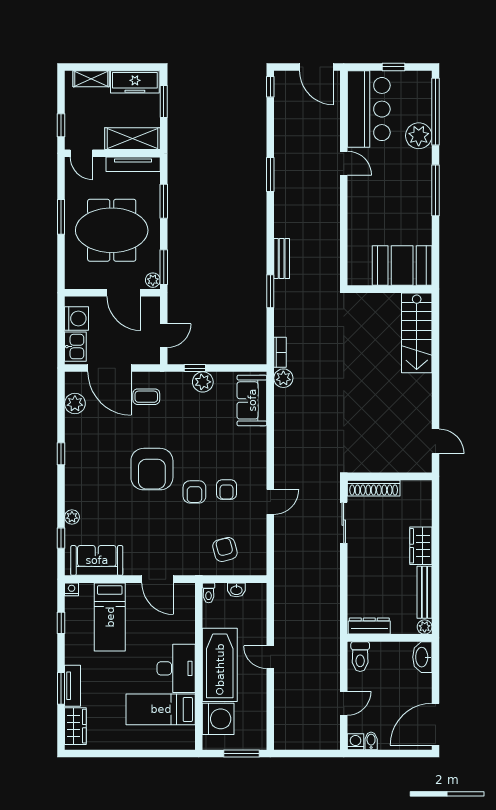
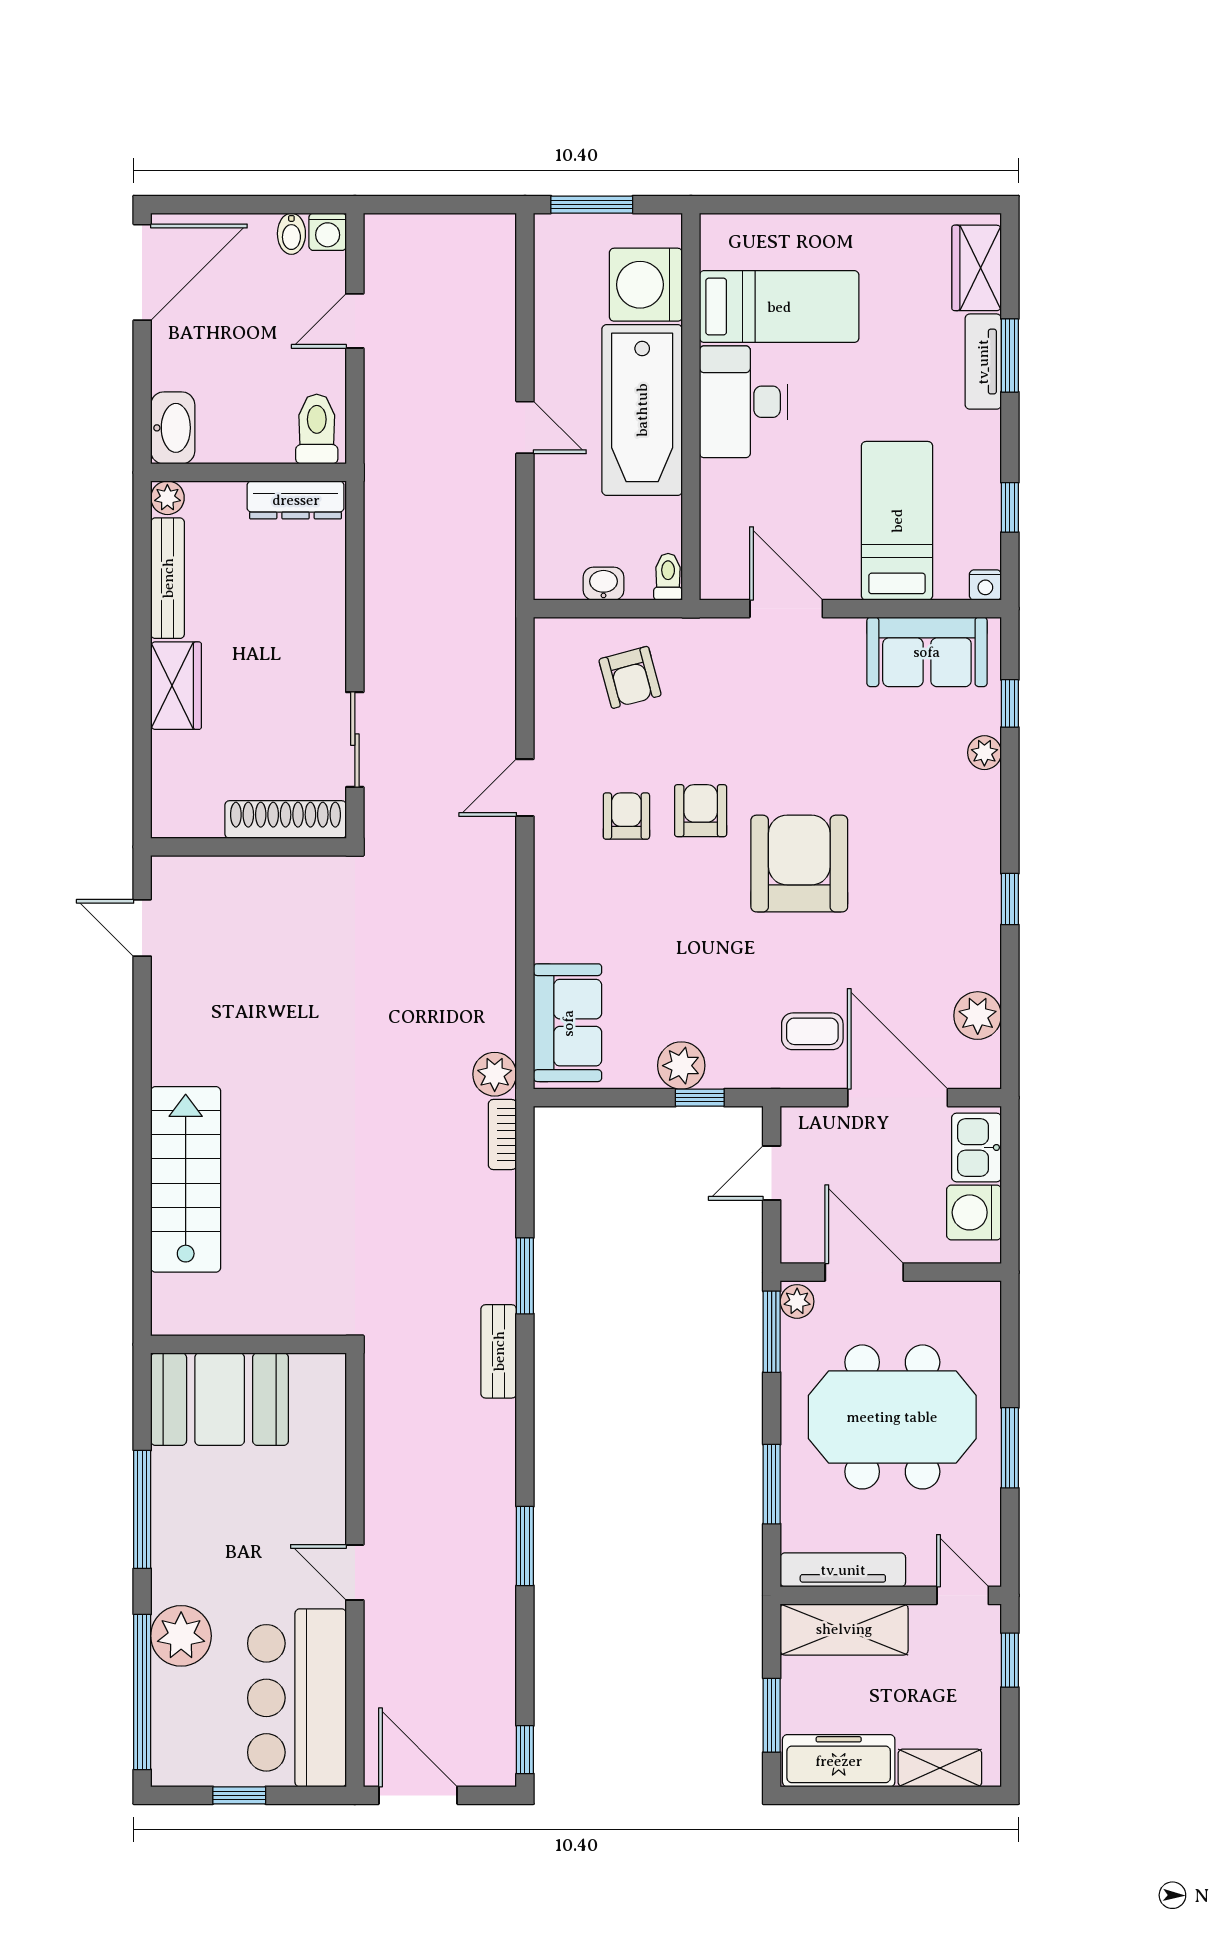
booth: (402, 265) -> (220, 1399), moved
wall: (390, 289) -> (249, 1344), moved

